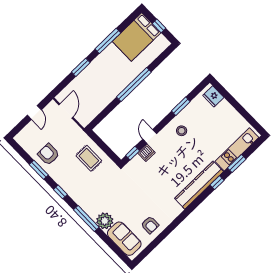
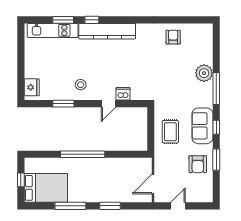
window: (133, 153) -> (134, 104), removed
sofa: (124, 239) -> (202, 126), moved

